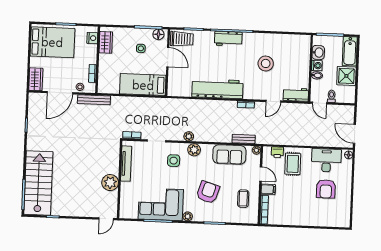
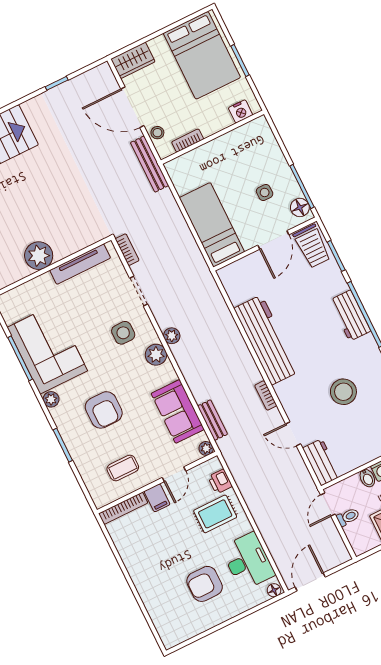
wardrobe: (106, 42) -> (245, 135), removed
armchair: (208, 192) -> (104, 410), turned 73

